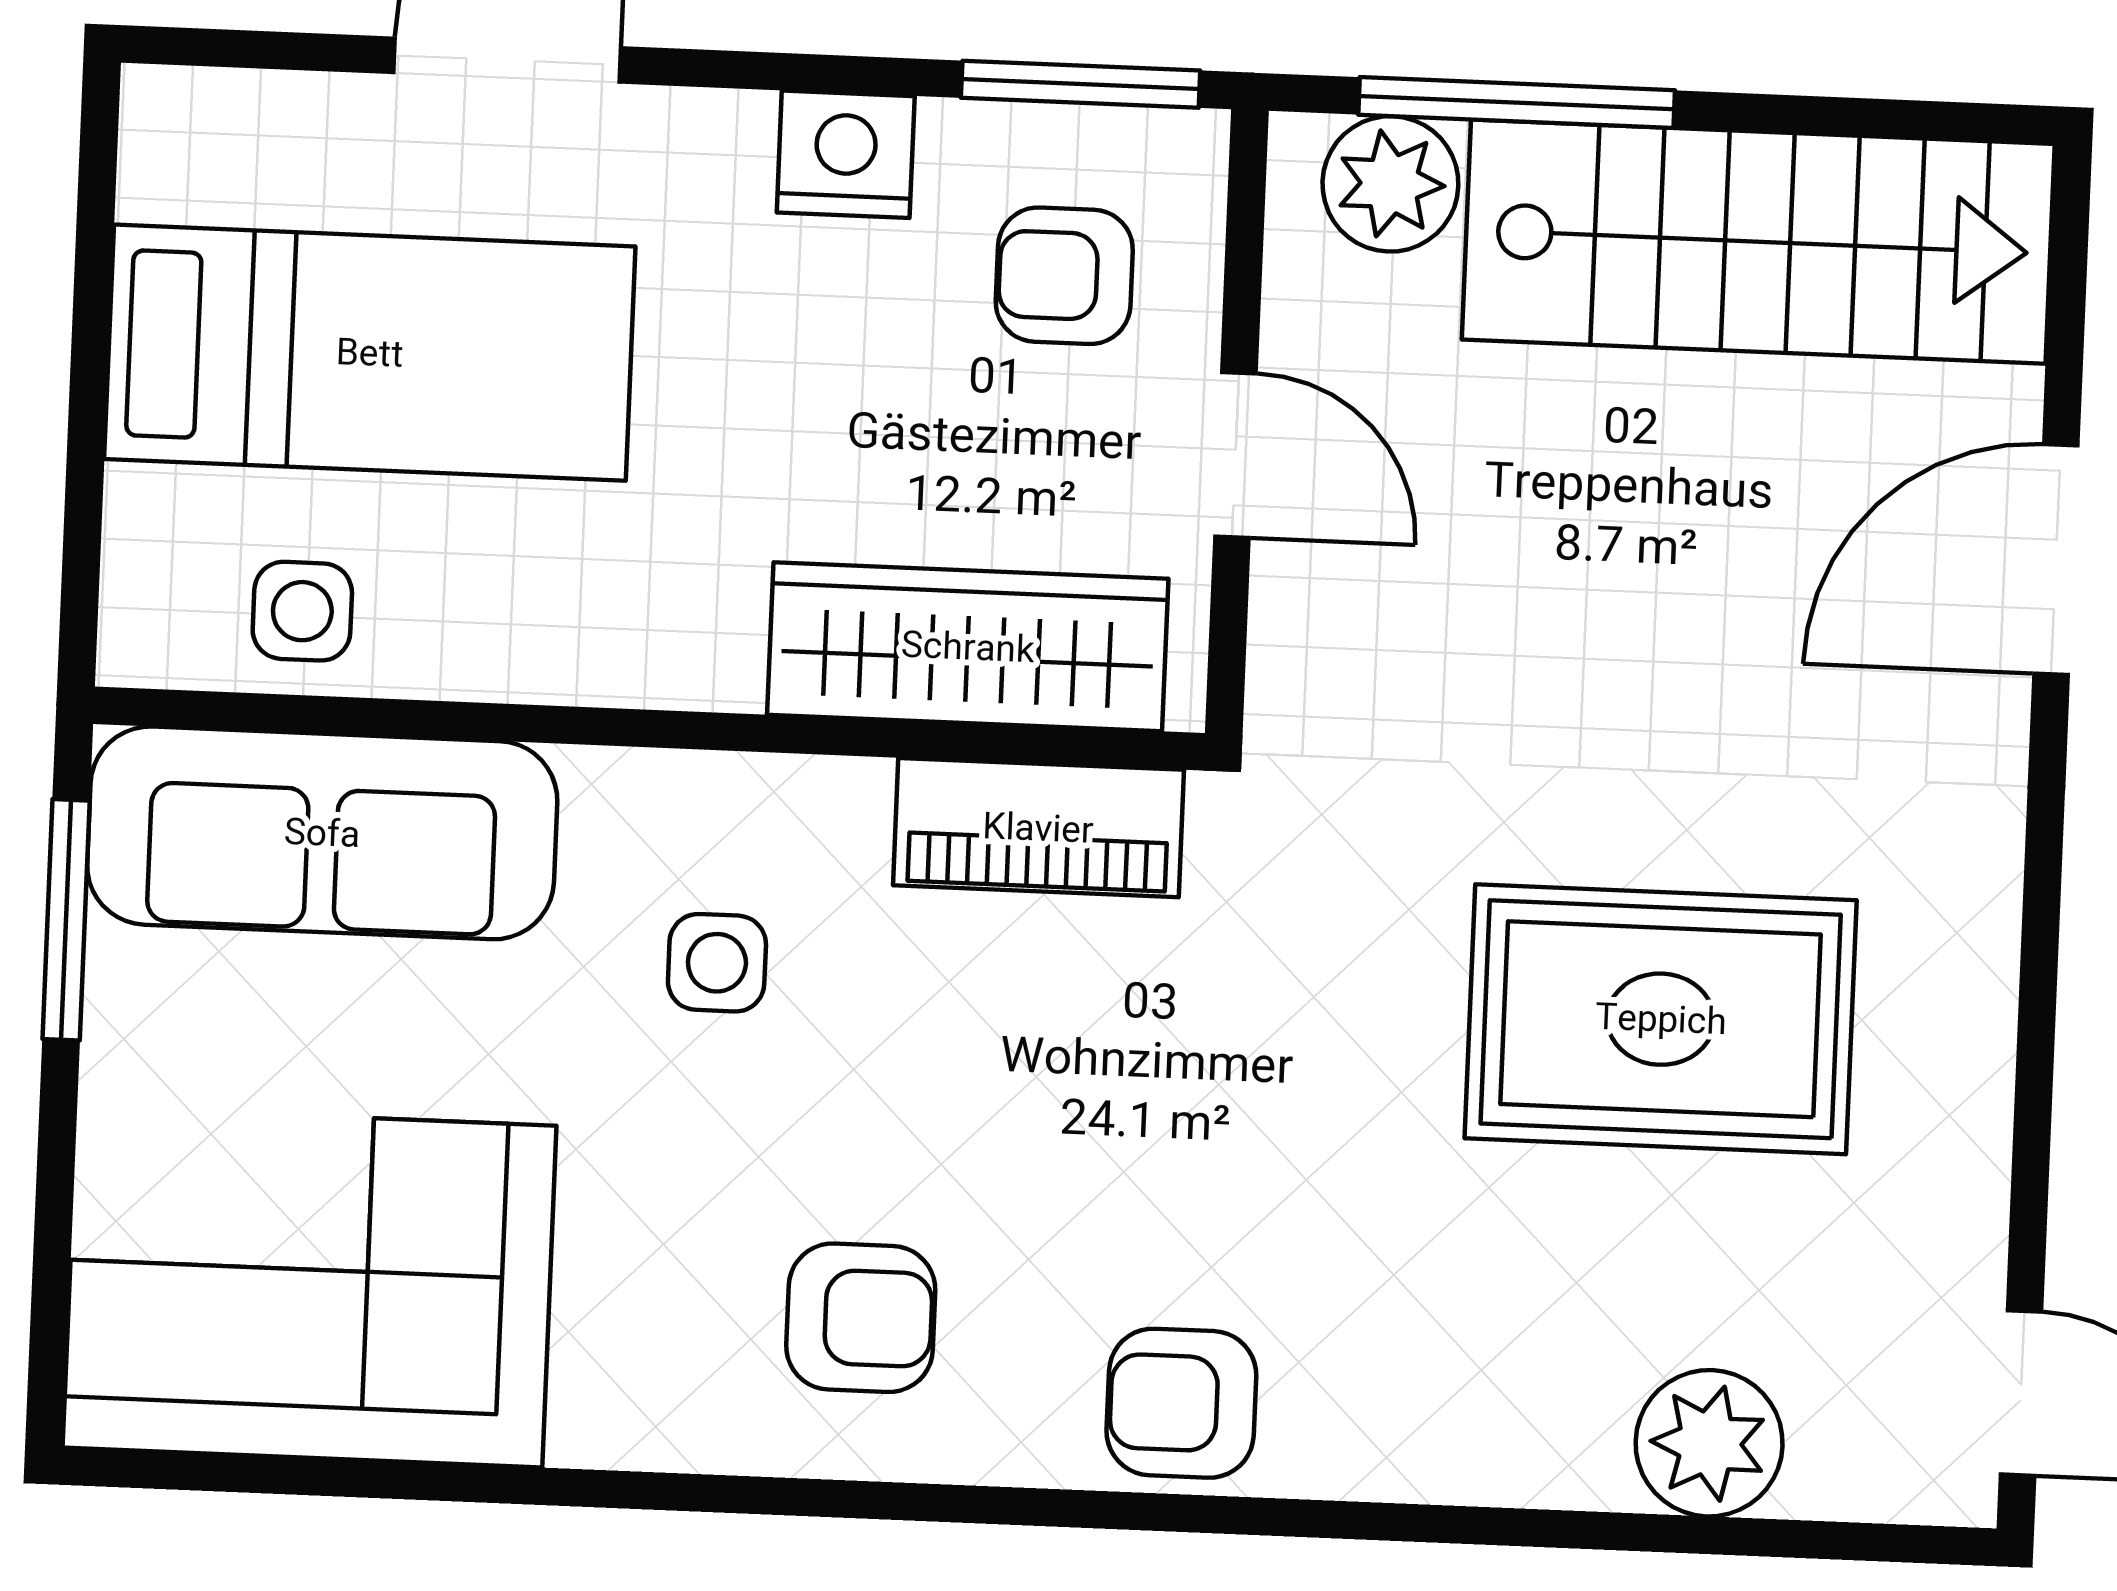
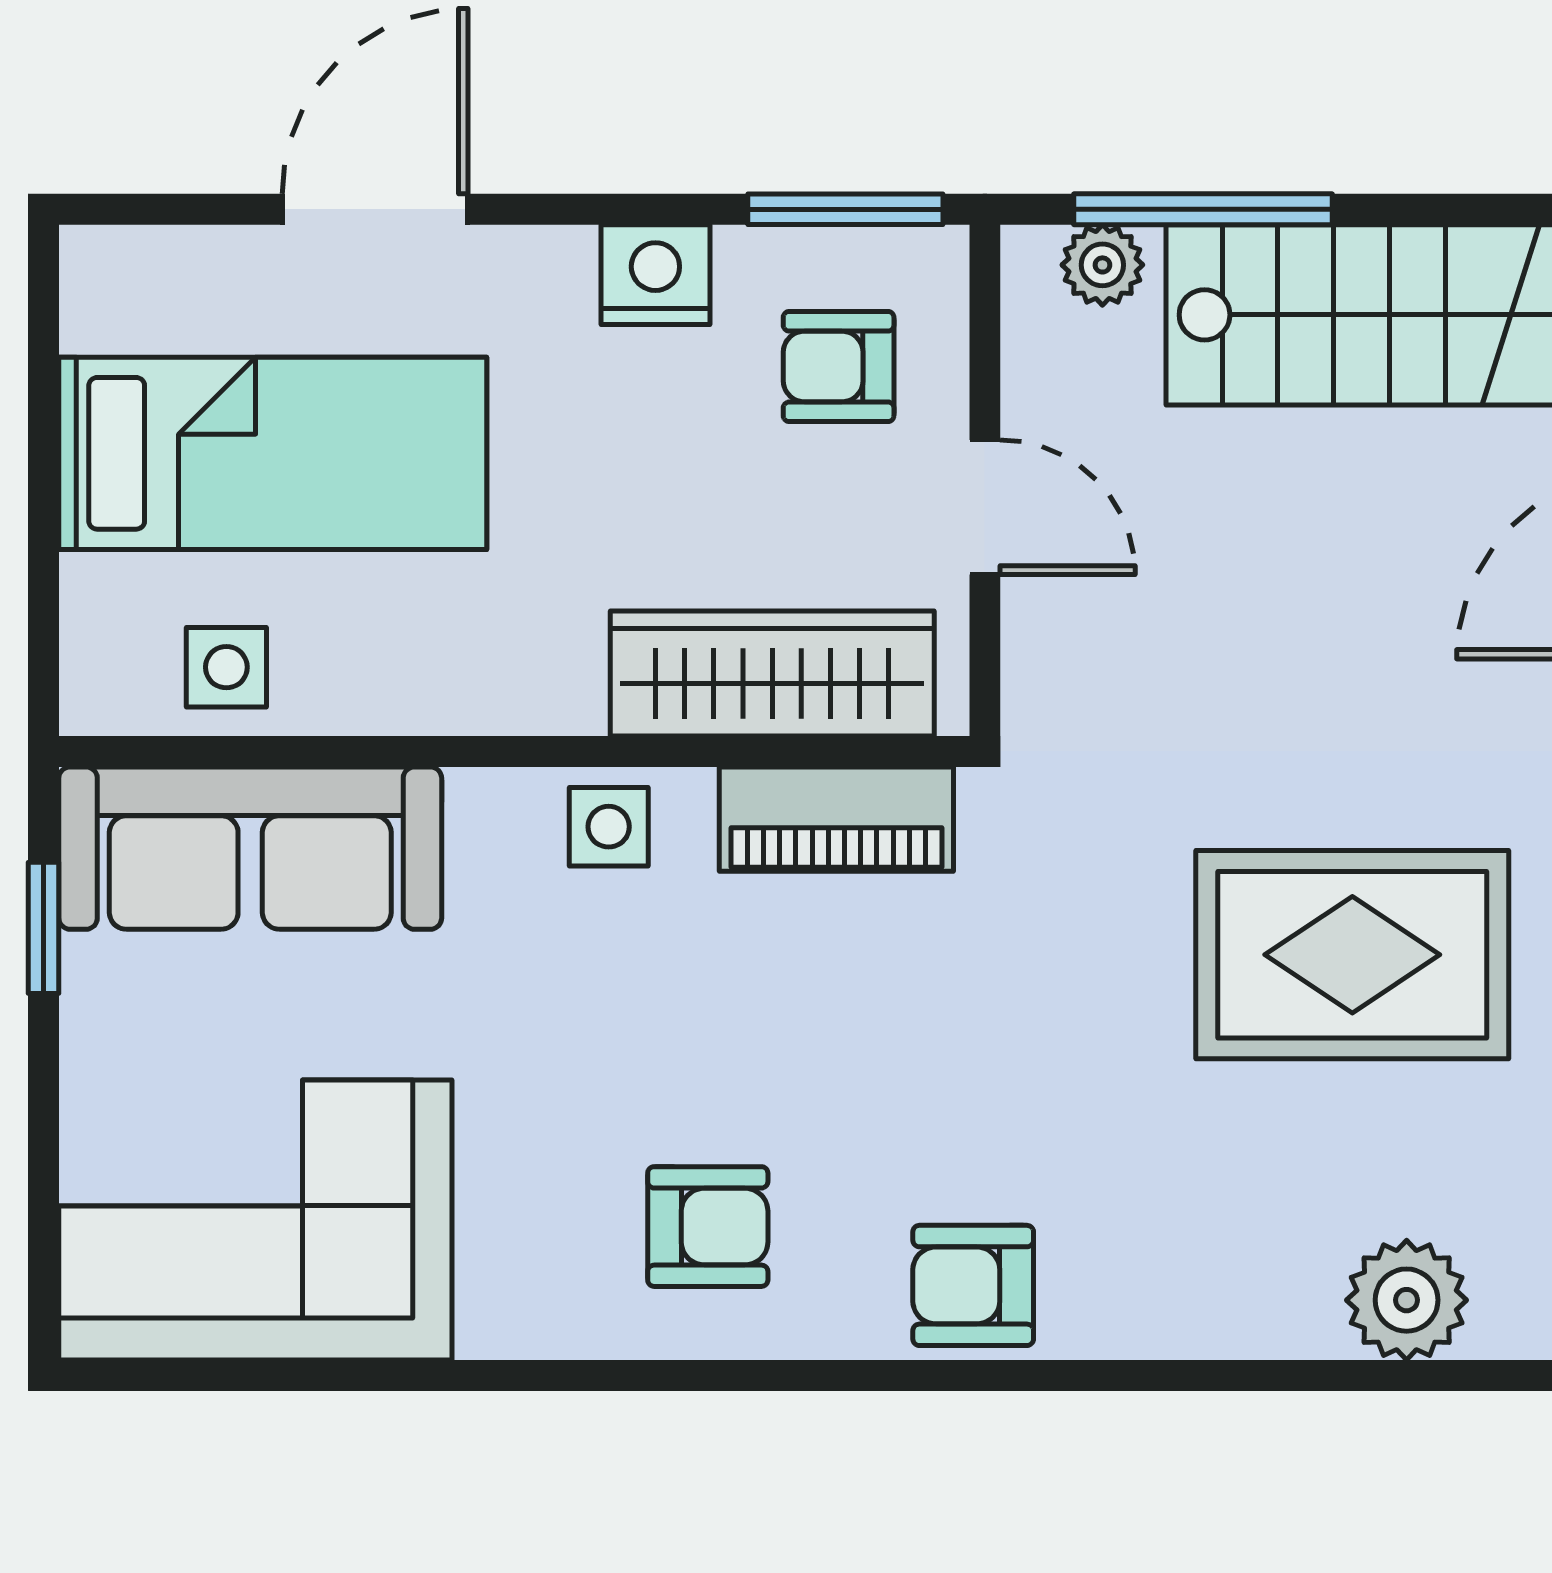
plant: (1390, 184) -> (1102, 265), width x0.73, depth x0.73
window: (66, 920) -> (44, 928), width x0.67
side table: (717, 963) -> (609, 827), moved

